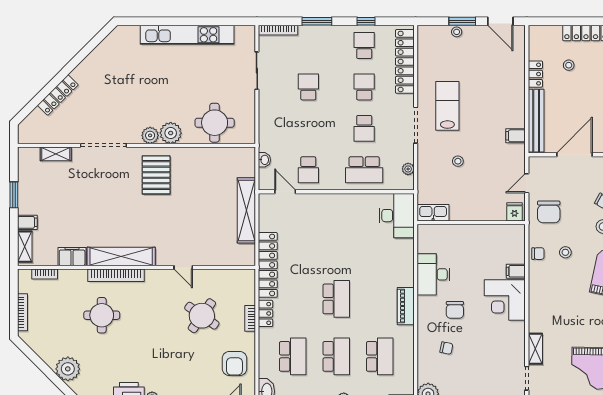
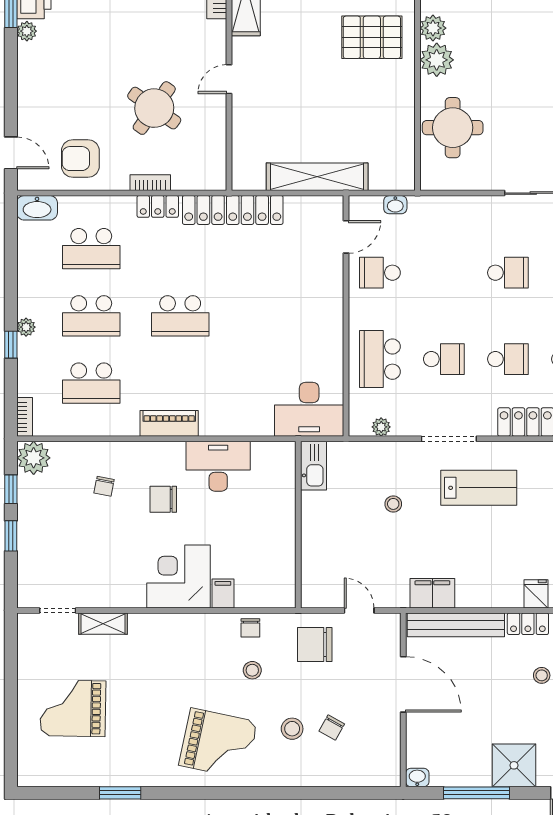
school desk: (364, 128) -> (444, 359), turned 180
filing cabinet: (516, 136) -> (432, 593), width x2.00
fridge: (514, 212) -> (536, 594), moved, turned -90

